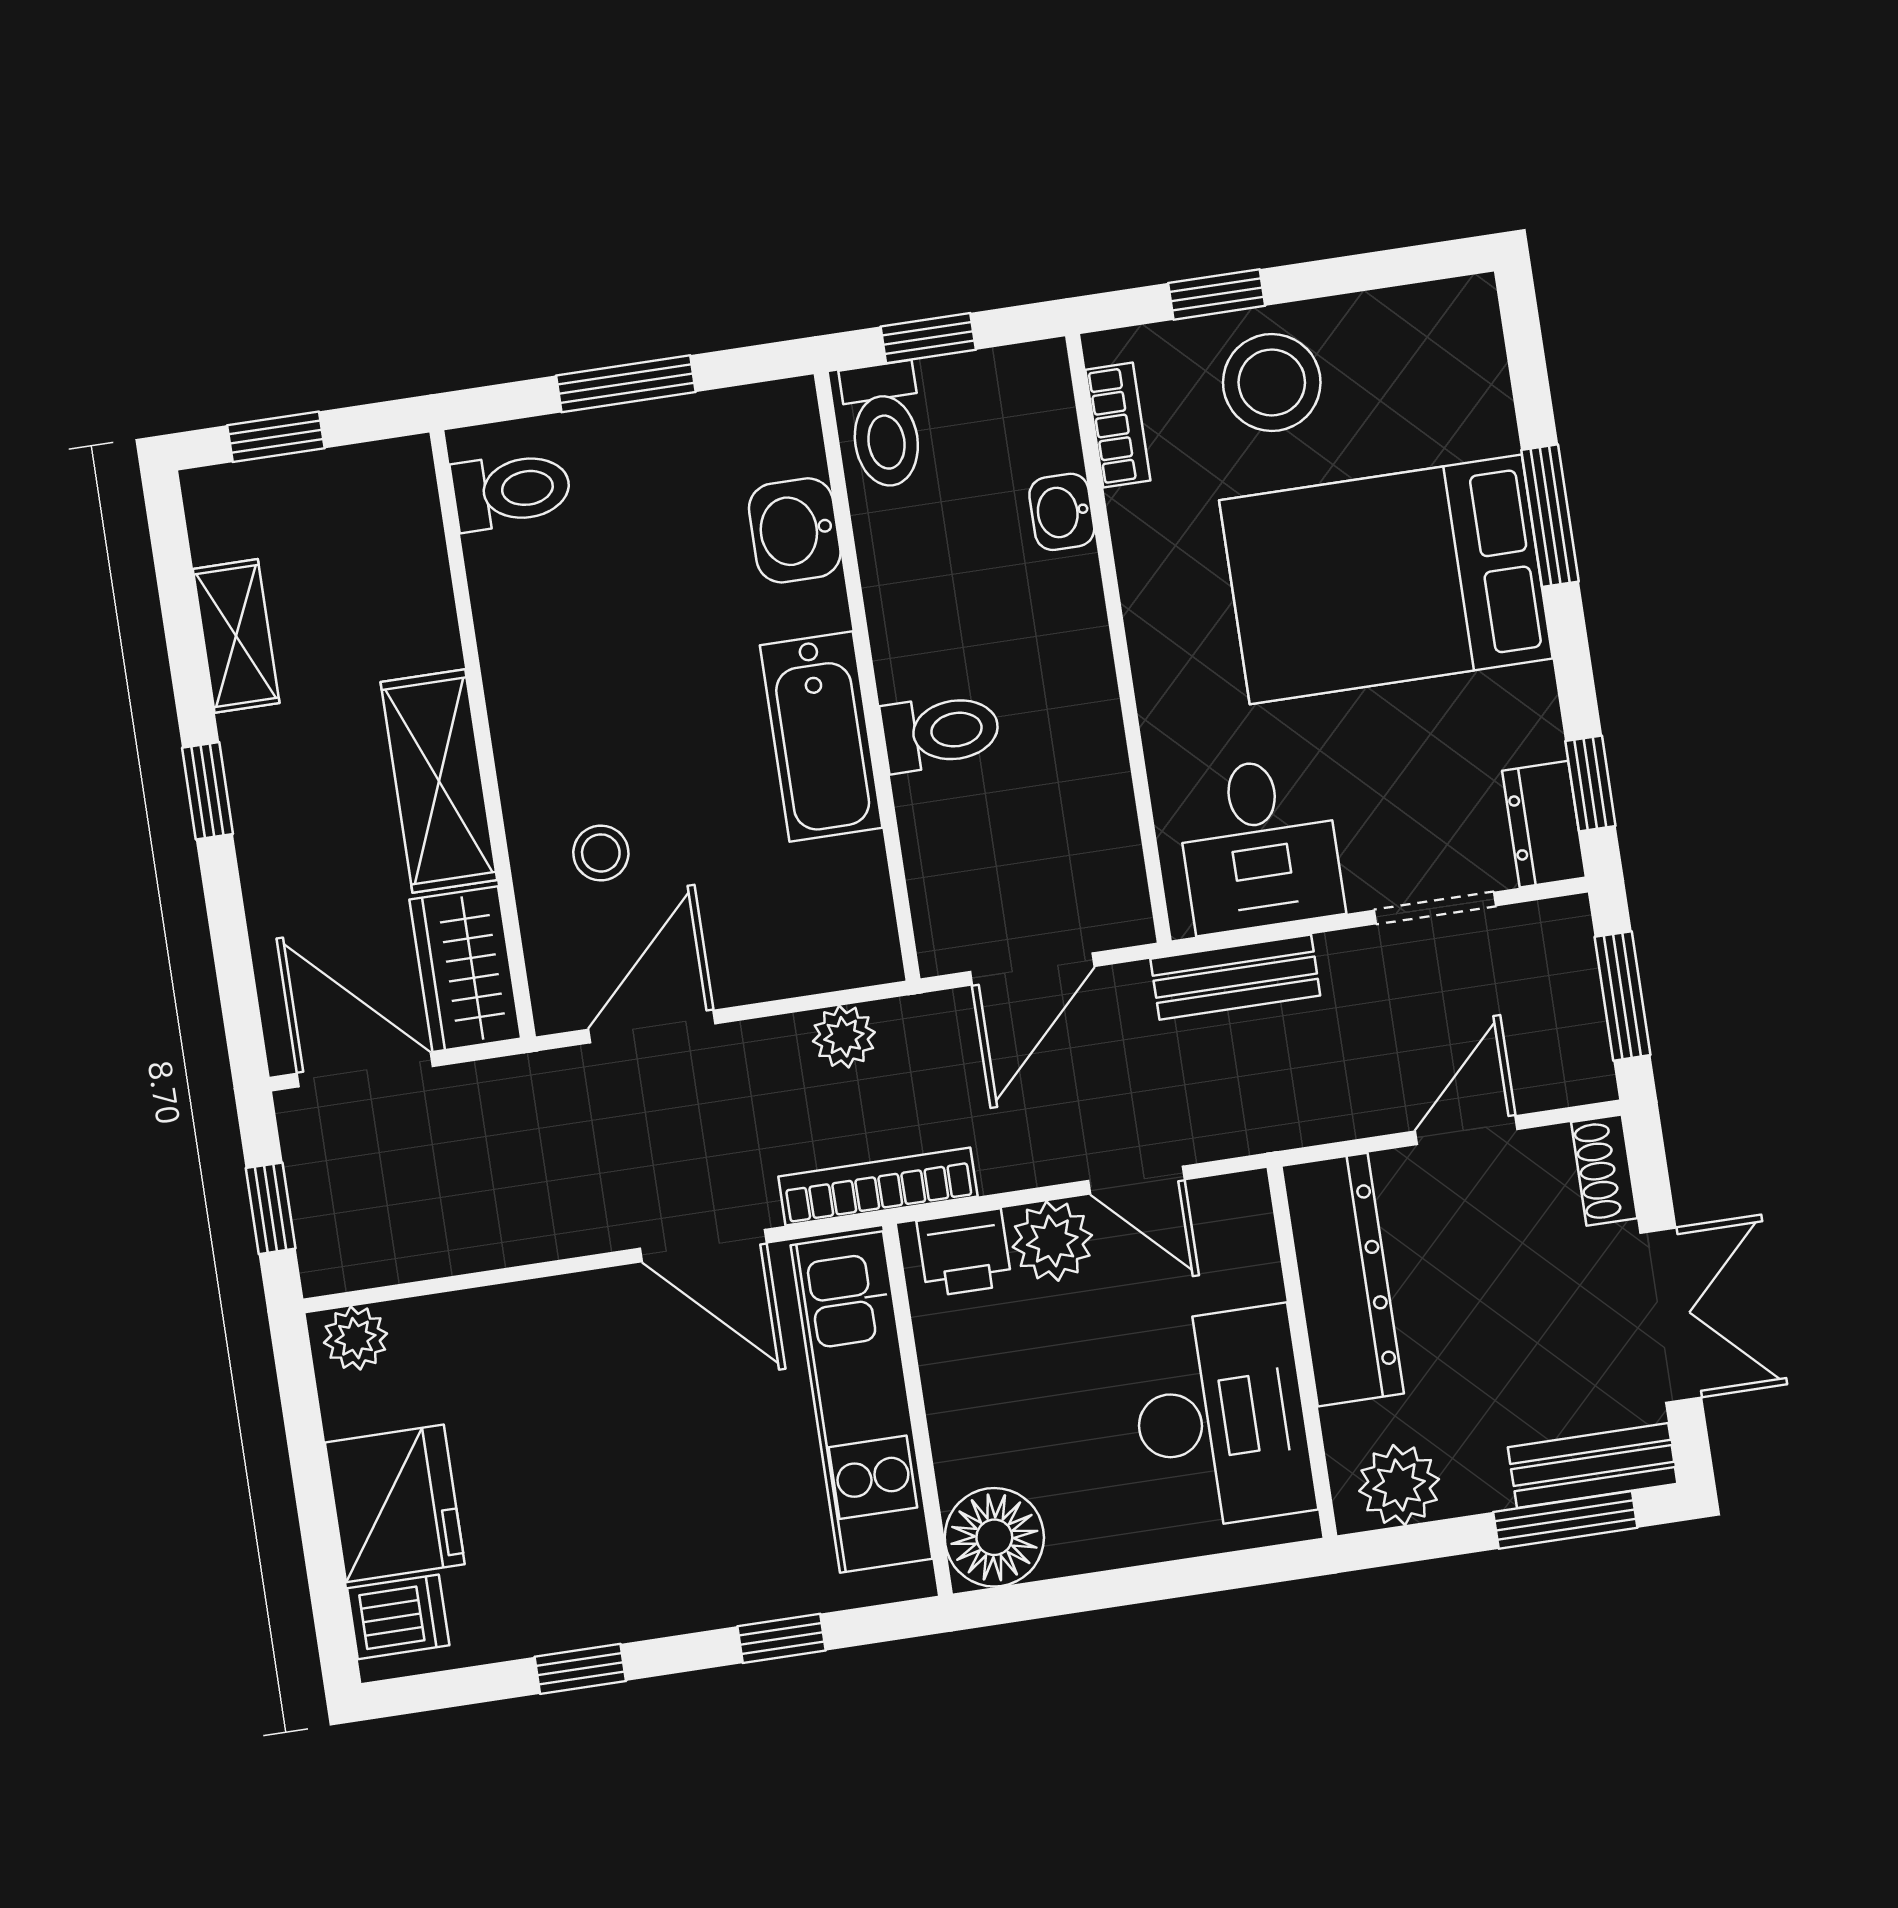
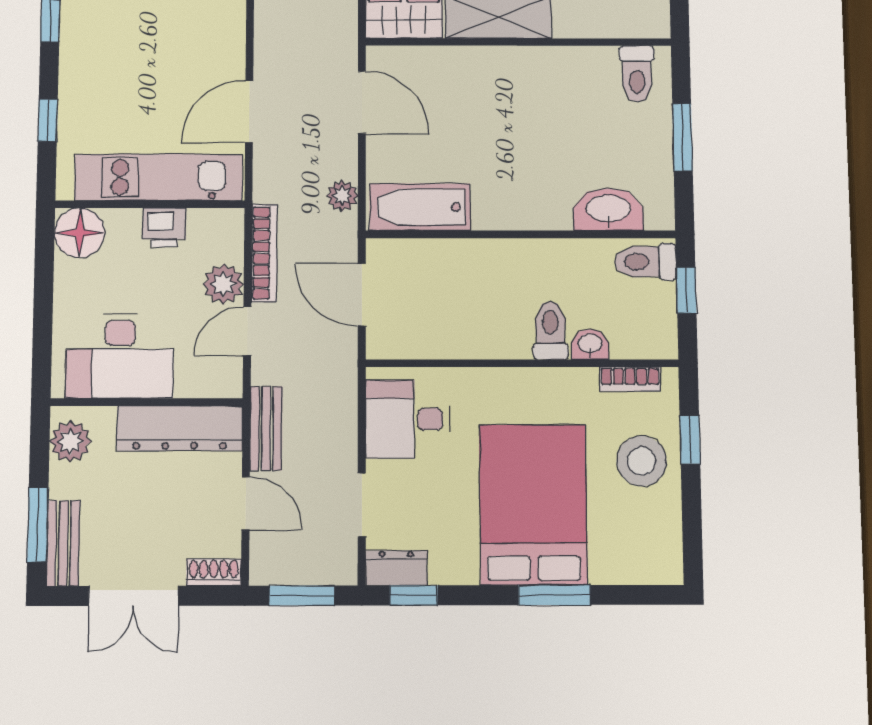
washbasin: (795, 530) -> (608, 209), width x1.38
toilet: (941, 732) -> (550, 330), moved, turned 180
bathtub: (821, 736) -> (420, 207), moved
stool: (601, 853) -> (451, 90), removed
bench: (1235, 977) -> (266, 428), moved
bookcase: (878, 1187) -> (264, 253), moved
printer: (964, 1253) -> (164, 227), moved, turned -90

